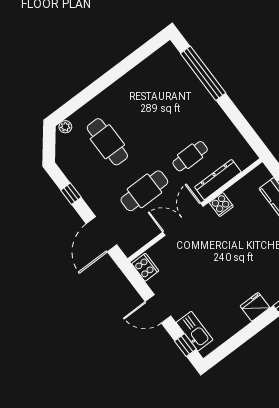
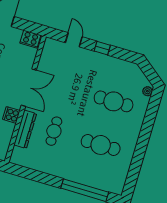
cafe table: (144, 191) -> (101, 145), moved, turned 90
window: (71, 194) -> (102, 48), moved
door: (102, 234) -> (74, 40), width x0.53

